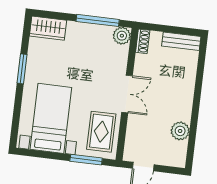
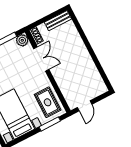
double door: (127, 94) -> (41, 59), moved
plant: (180, 131) -> (92, 72), removed

